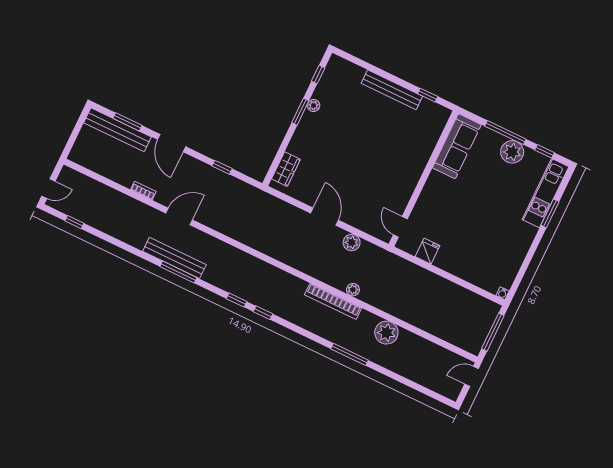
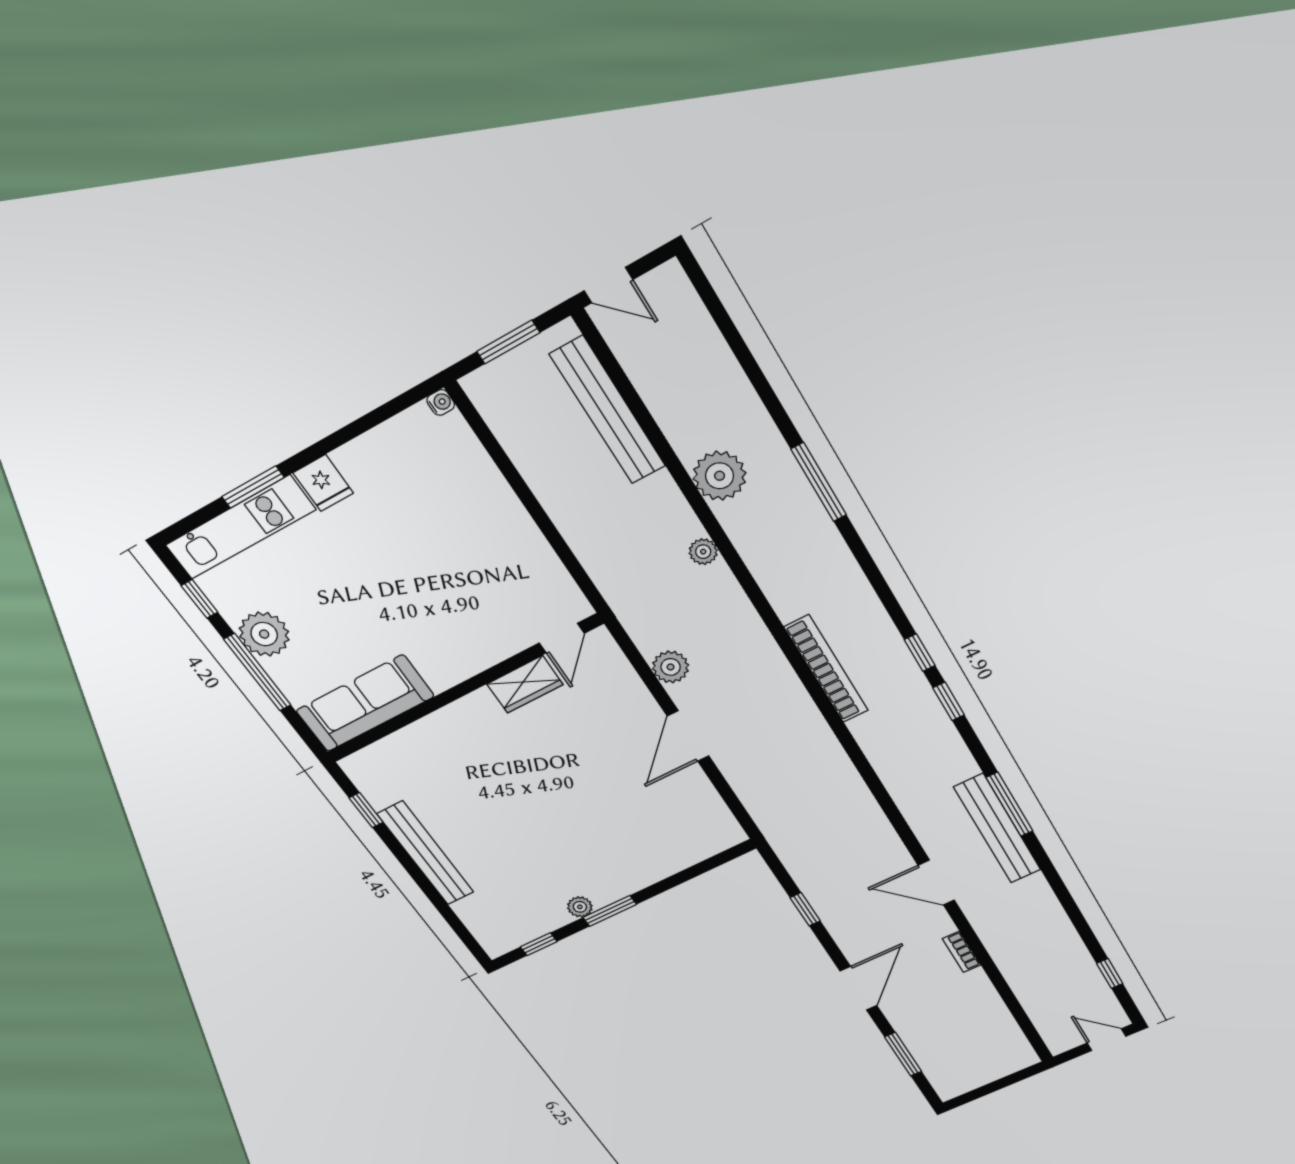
bench: (118, 130) -> (608, 411), moved
wardrobe: (286, 169) -> (525, 684), moved, turned 180
fridge: (427, 251) -> (323, 483), moved, turned -90
plant: (353, 290) -> (703, 552), moved
bookcase: (333, 301) -> (826, 669), moved
window: (493, 332) -> (508, 342), width x0.69

